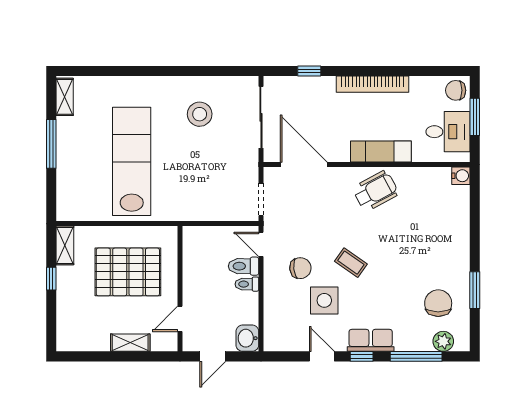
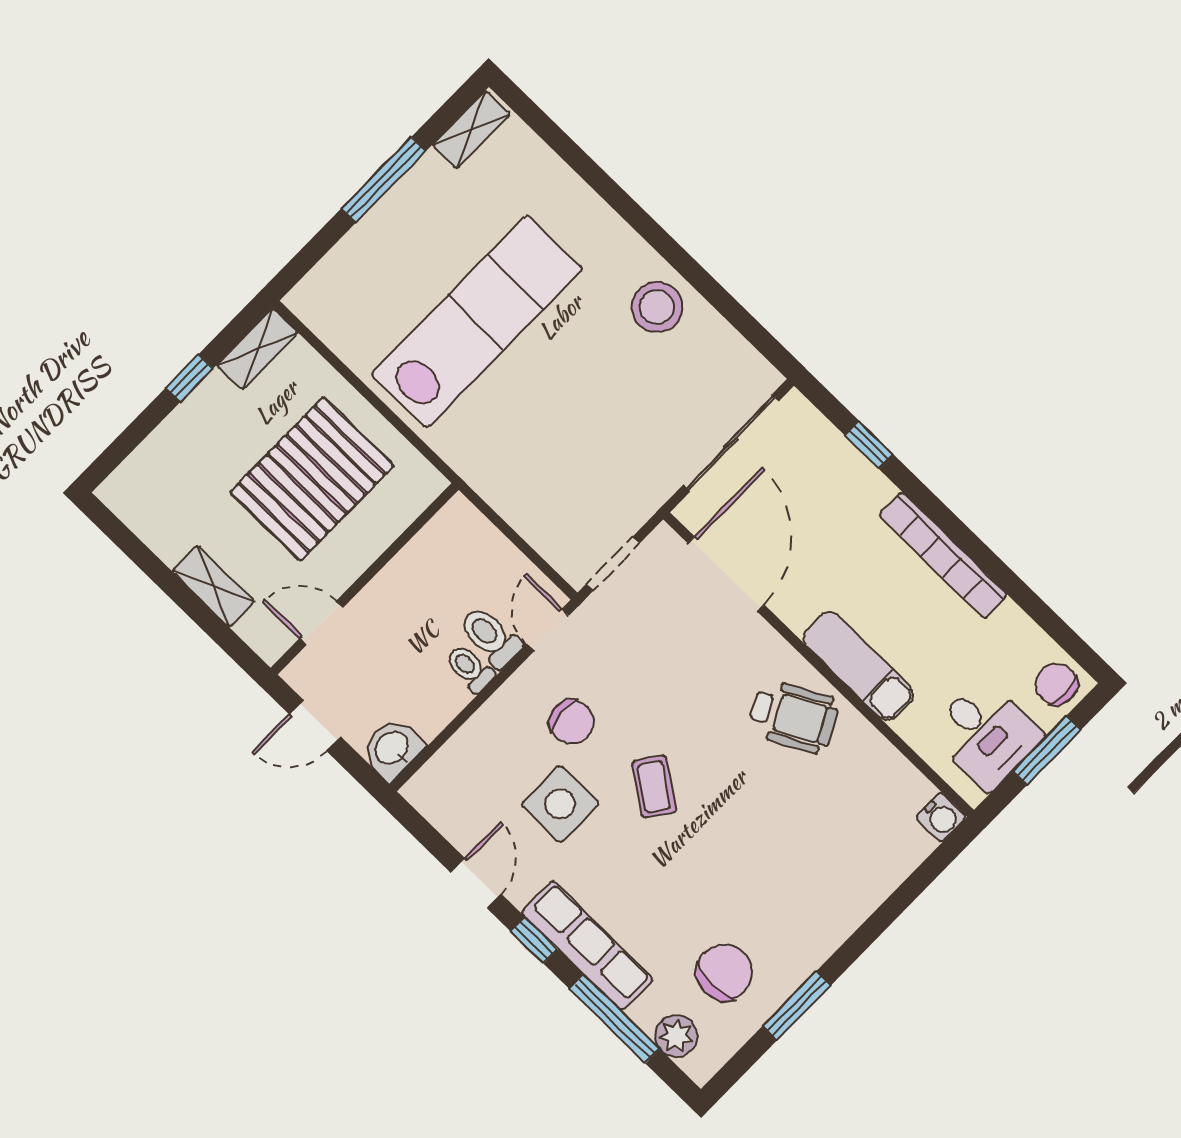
stool: (200, 114) -> (657, 307), moved
pallet: (128, 272) -> (312, 479), turned 90
row of seats: (371, 340) -> (587, 946), width x1.48

